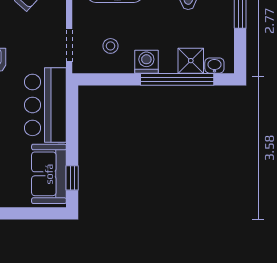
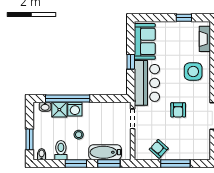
stool: (110, 46) -> (79, 135), moved
washing machine: (146, 62) -> (75, 109), moved
window: (72, 178) -> (131, 62), moved

